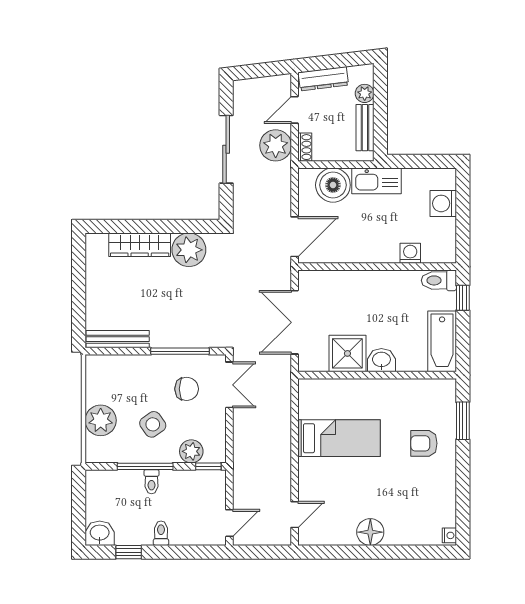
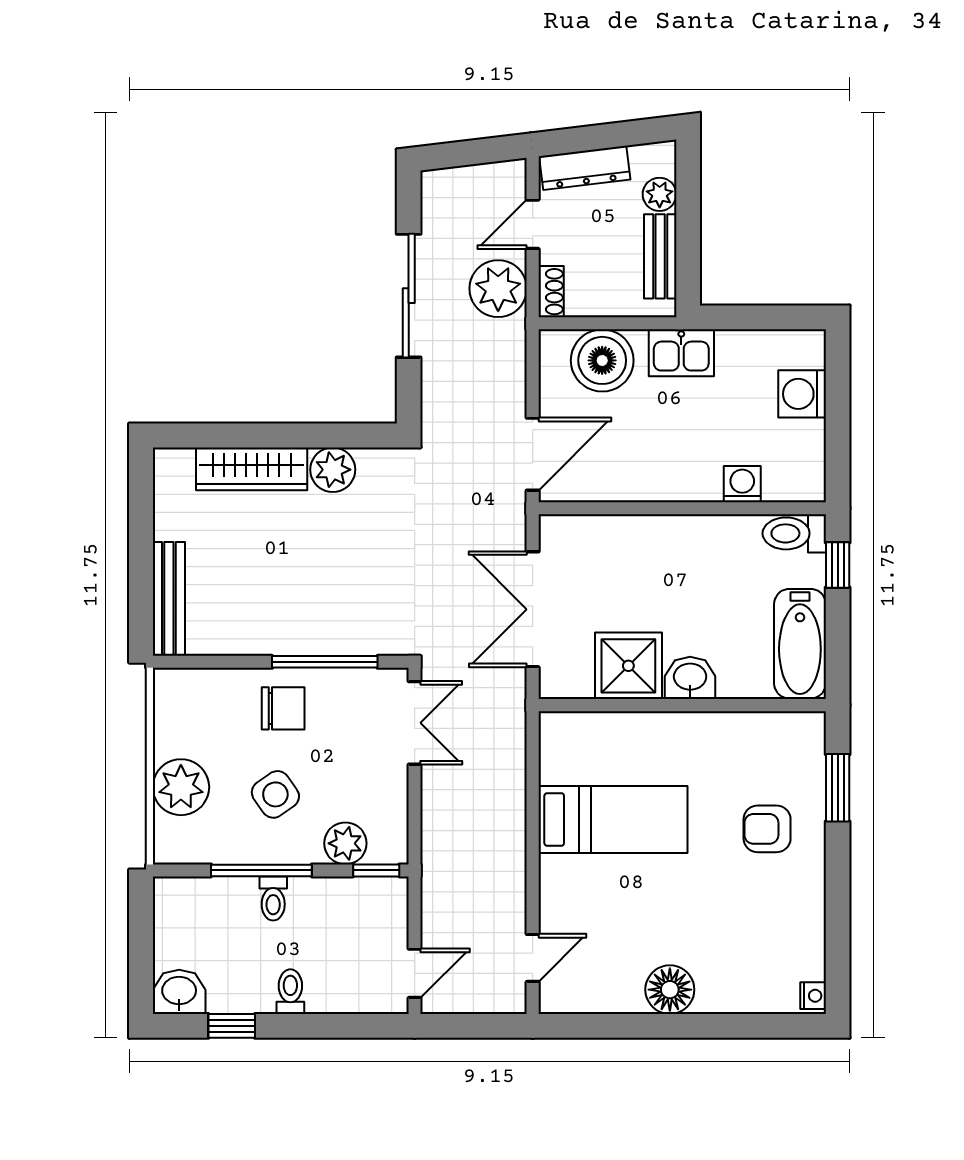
kitchen sink: (377, 181) -> (681, 353), width x0.73
plant: (189, 250) -> (333, 470), width x0.73, depth x0.73
bench: (118, 339) -> (169, 599), moved, turned 90
chair: (187, 389) -> (283, 708), moved

